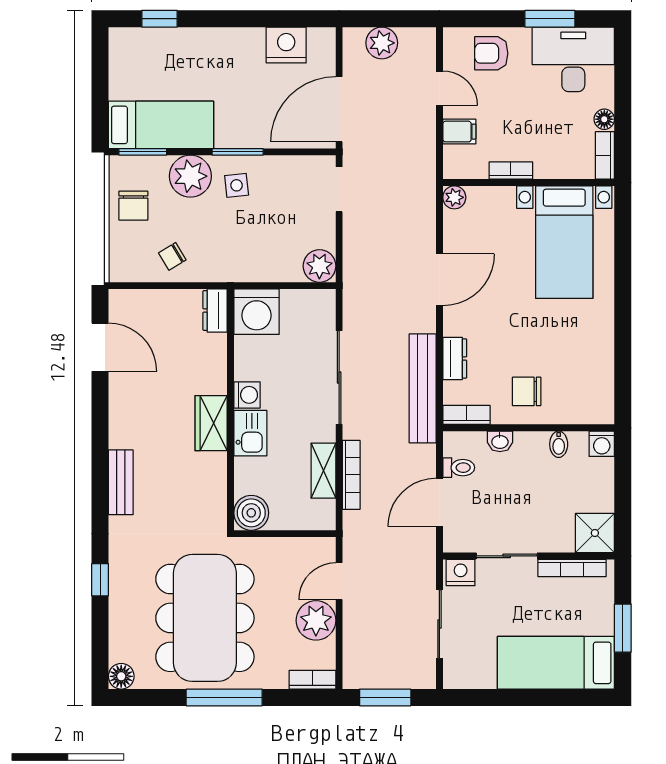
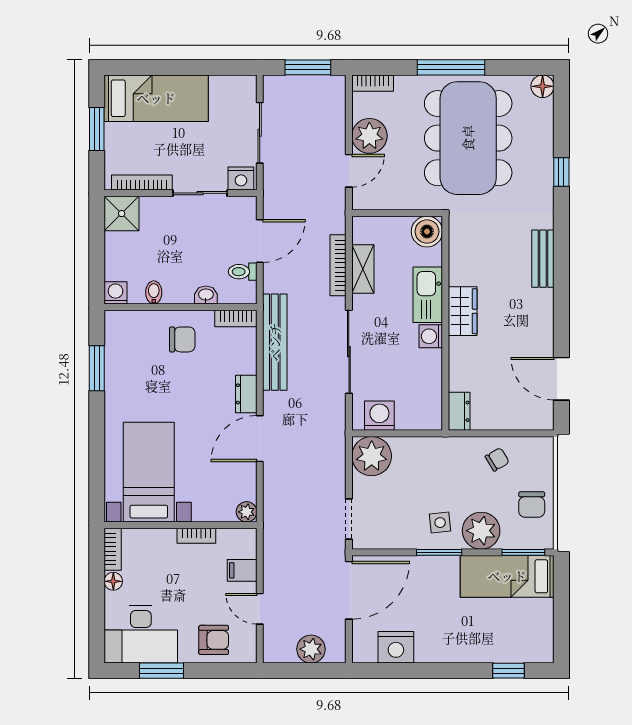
chair: (133, 206) -> (532, 505), turned 180
plant: (319, 266) -> (372, 456), width x1.36, depth x1.36
washing machine: (257, 312) -> (379, 416), moved, width x0.73, depth x0.73
dresser: (455, 358) -> (246, 394), moved
window: (623, 359) -> (97, 368), added
kitchen sink: (250, 433) -> (428, 295), width x1.38

